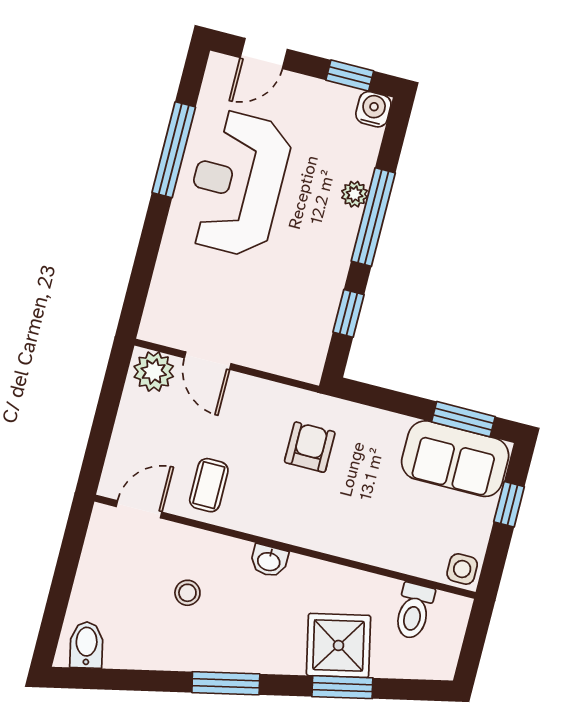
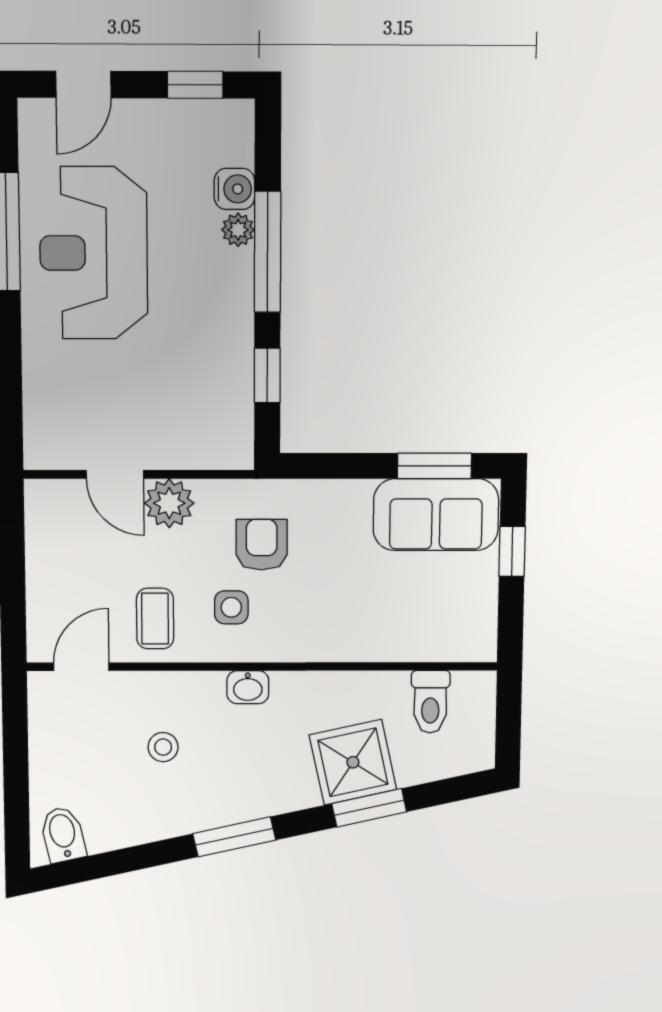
water cooler: (373, 109) -> (234, 189), moved, turned 90
plant: (154, 372) -> (169, 503), moved
side table: (462, 569) -> (231, 607), moved

